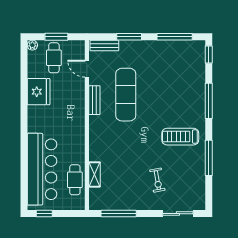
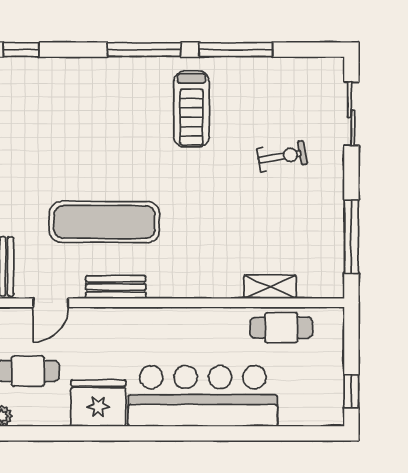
window: (209, 101) -> (144, 50), moved
bar counter: (42, 169) -> (203, 396), moved

